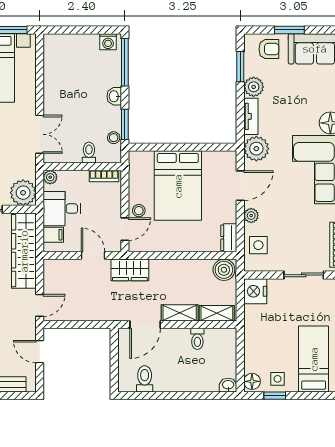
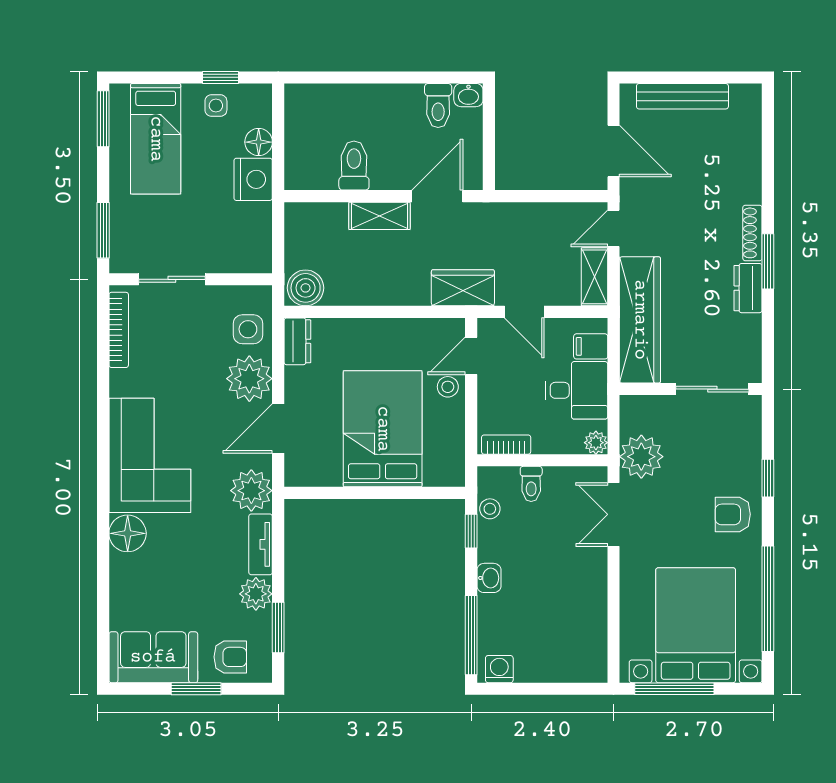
armchair: (269, 49) -> (230, 657), turned 180
window: (125, 124) -> (471, 531), width x0.67
plant: (23, 193) -> (641, 457), moved
plant: (251, 216) -> (249, 379), width x1.88, depth x1.88
nightstand: (255, 291) -> (253, 179), moved
shelving: (217, 313) -> (595, 277), moved, turned 90
toilet: (197, 339) -> (354, 166), width x1.37, depth x1.39
door: (40, 352) -> (614, 151), width x1.38
floor lamp: (252, 381) -> (259, 142), moved
washbasin: (228, 385) -> (468, 95), moved

